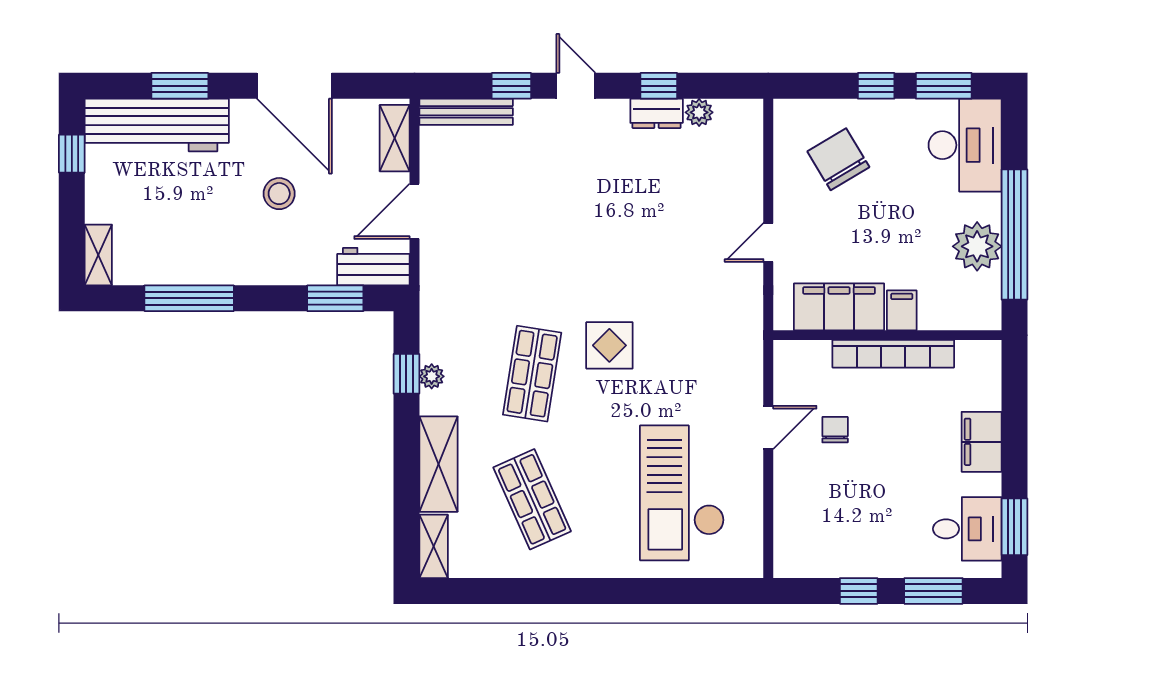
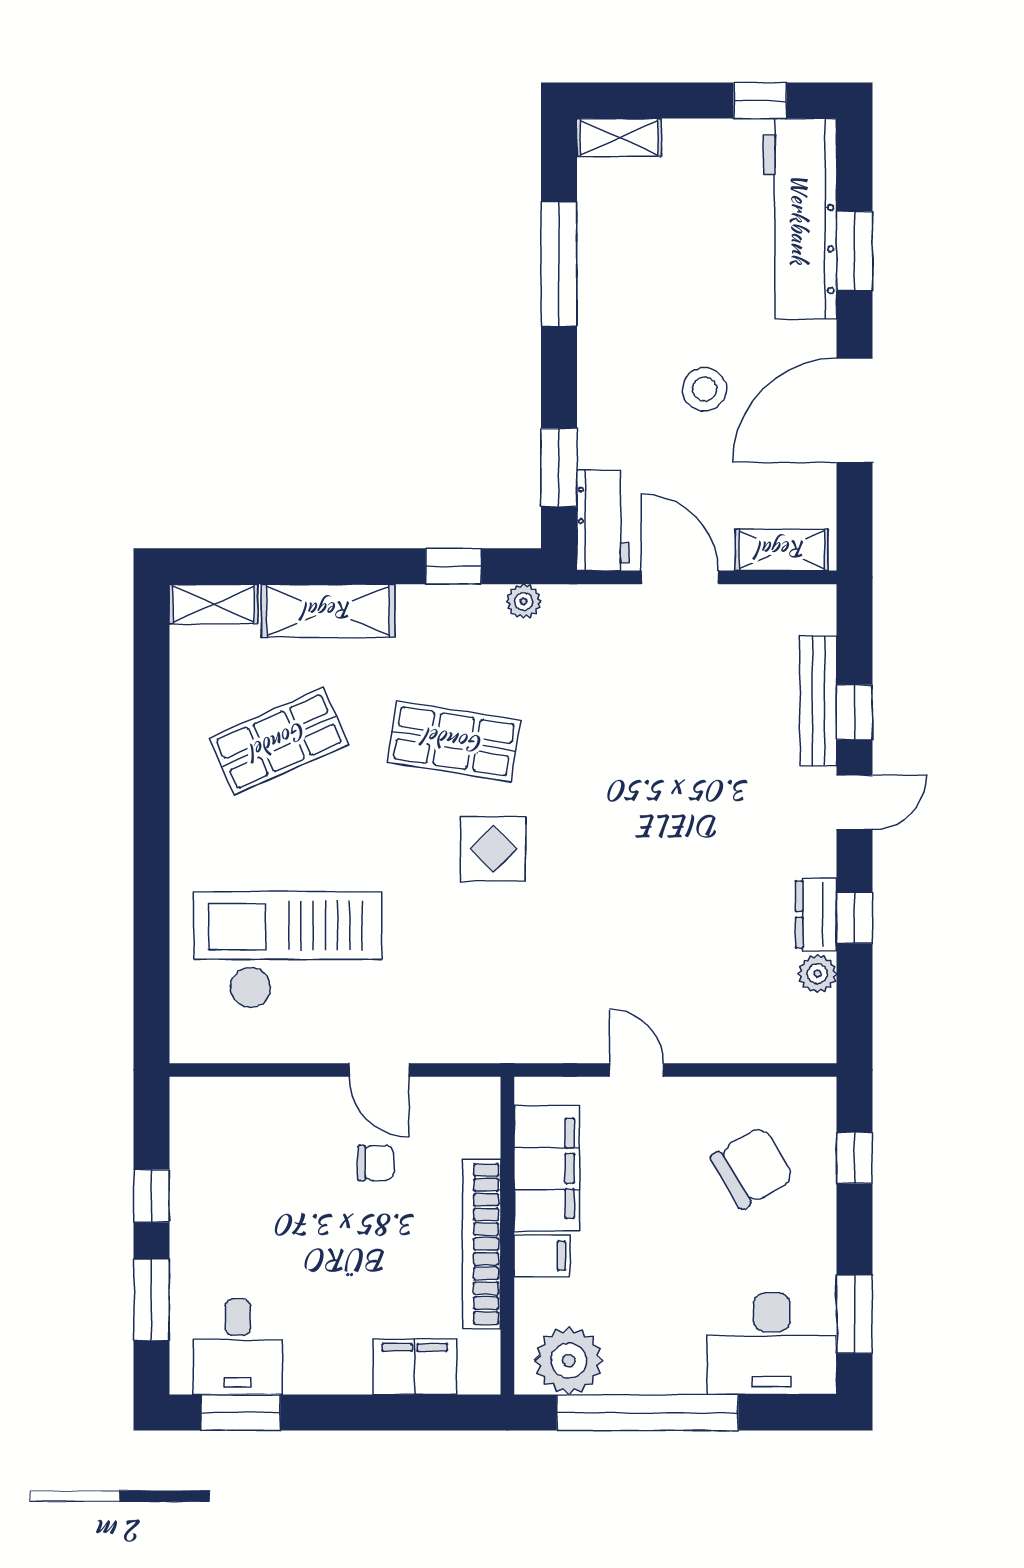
window: (876, 86) -> (854, 1158), moved
bench: (466, 112) -> (818, 701), moved
plant: (977, 246) -> (569, 1361), moved
plant: (432, 376) -> (524, 601), moved
filing cabinet: (982, 442) -> (415, 1367), moved

